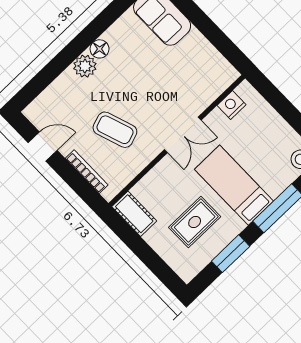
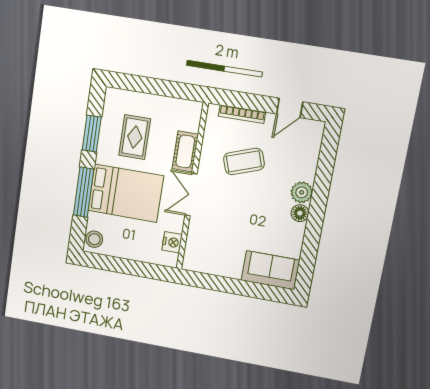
bed: (234, 185) -> (126, 193), width x1.50
cot: (134, 214) -> (185, 151), moved, turned 90

